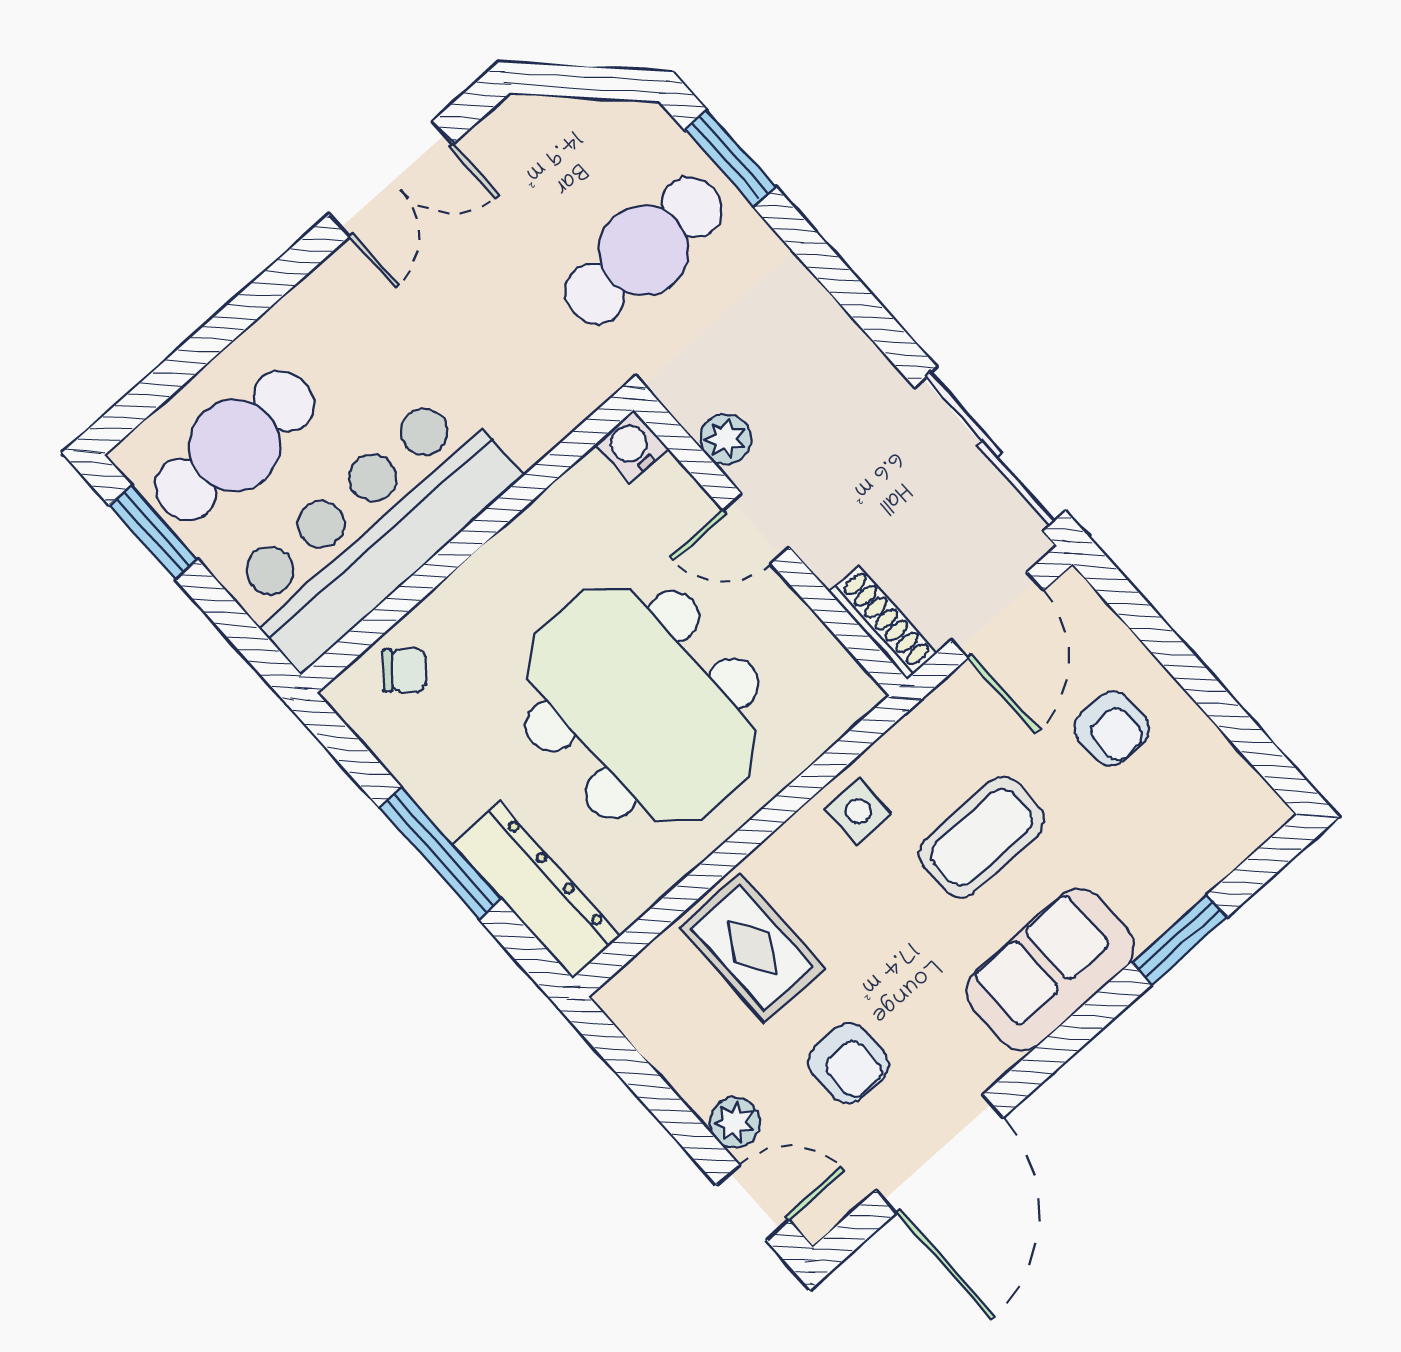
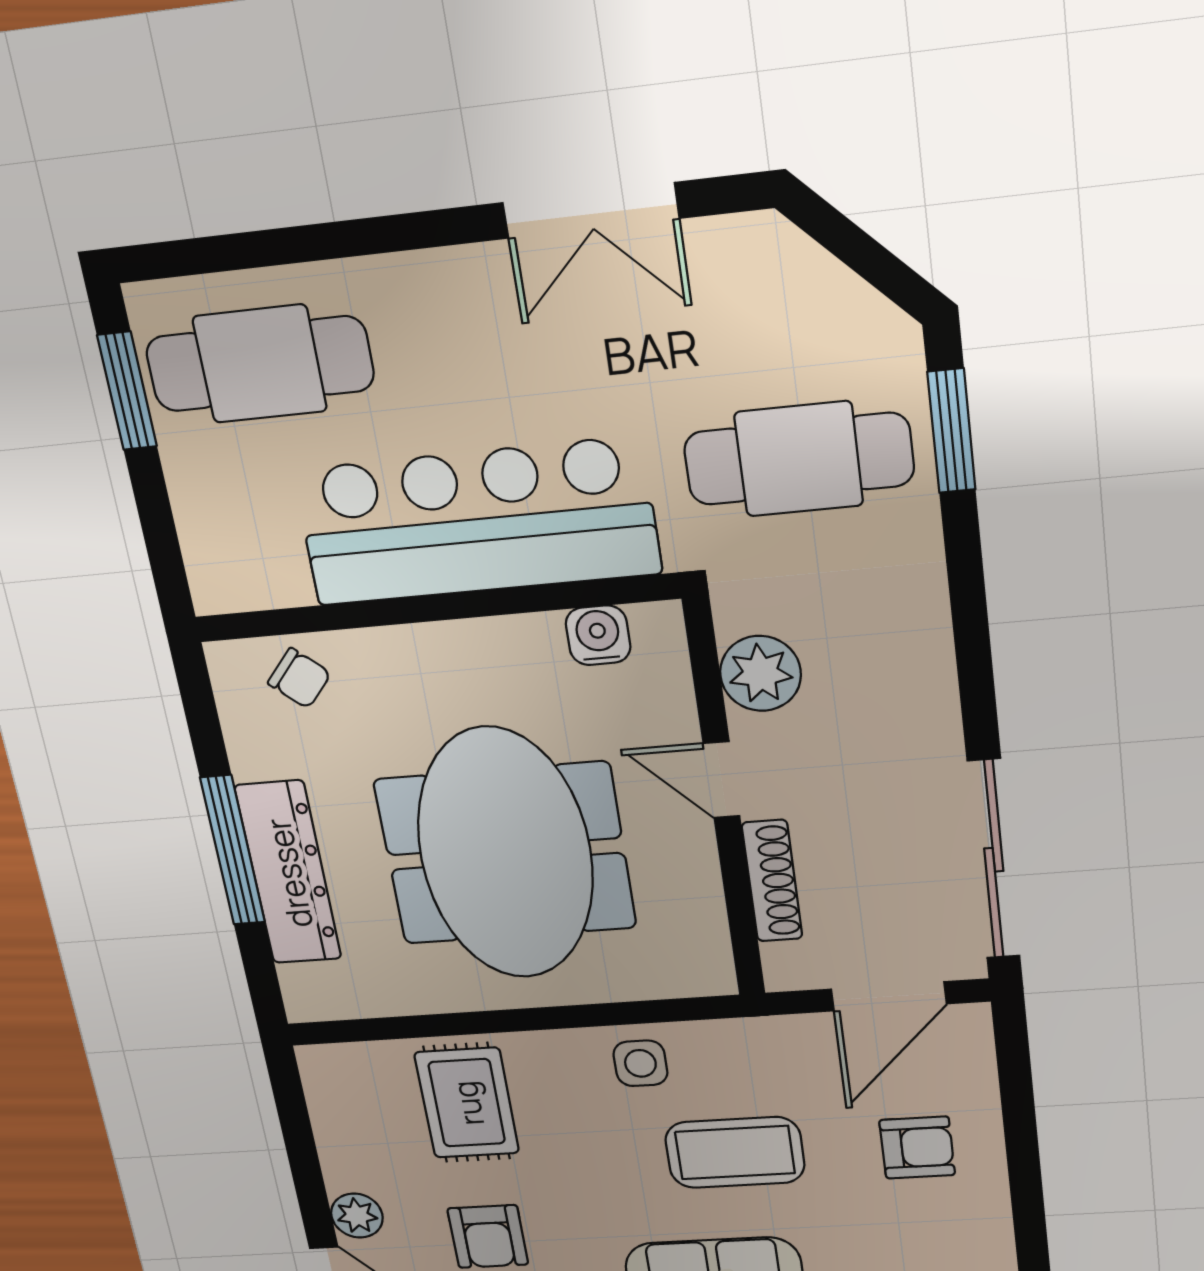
plant: (726, 439) -> (761, 673), width x1.38, depth x1.38
water cooler: (632, 447) -> (598, 635), moved
bar counter: (372, 529) -> (477, 522), moved
shoe rack: (883, 622) -> (772, 881), moved
armchair: (1112, 728) -> (917, 1148), turned -90
dresser: (536, 890) -> (288, 873), moved

